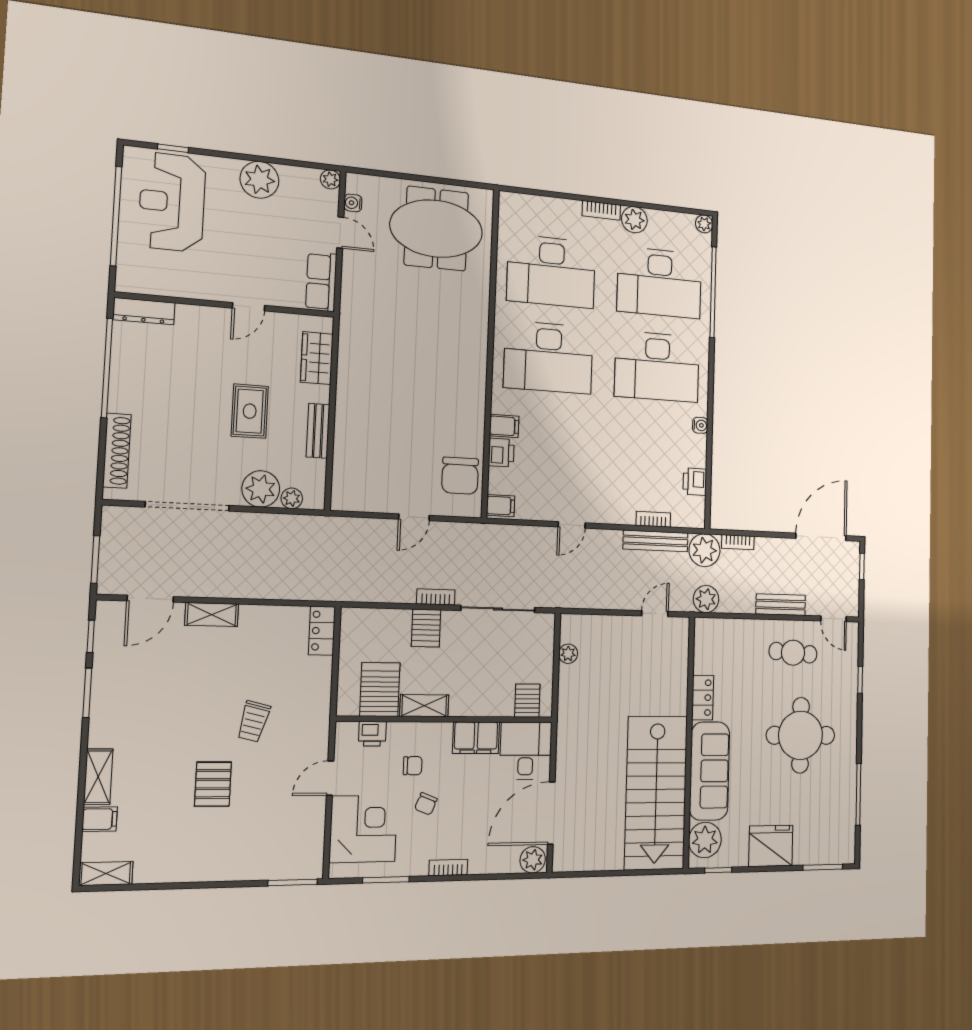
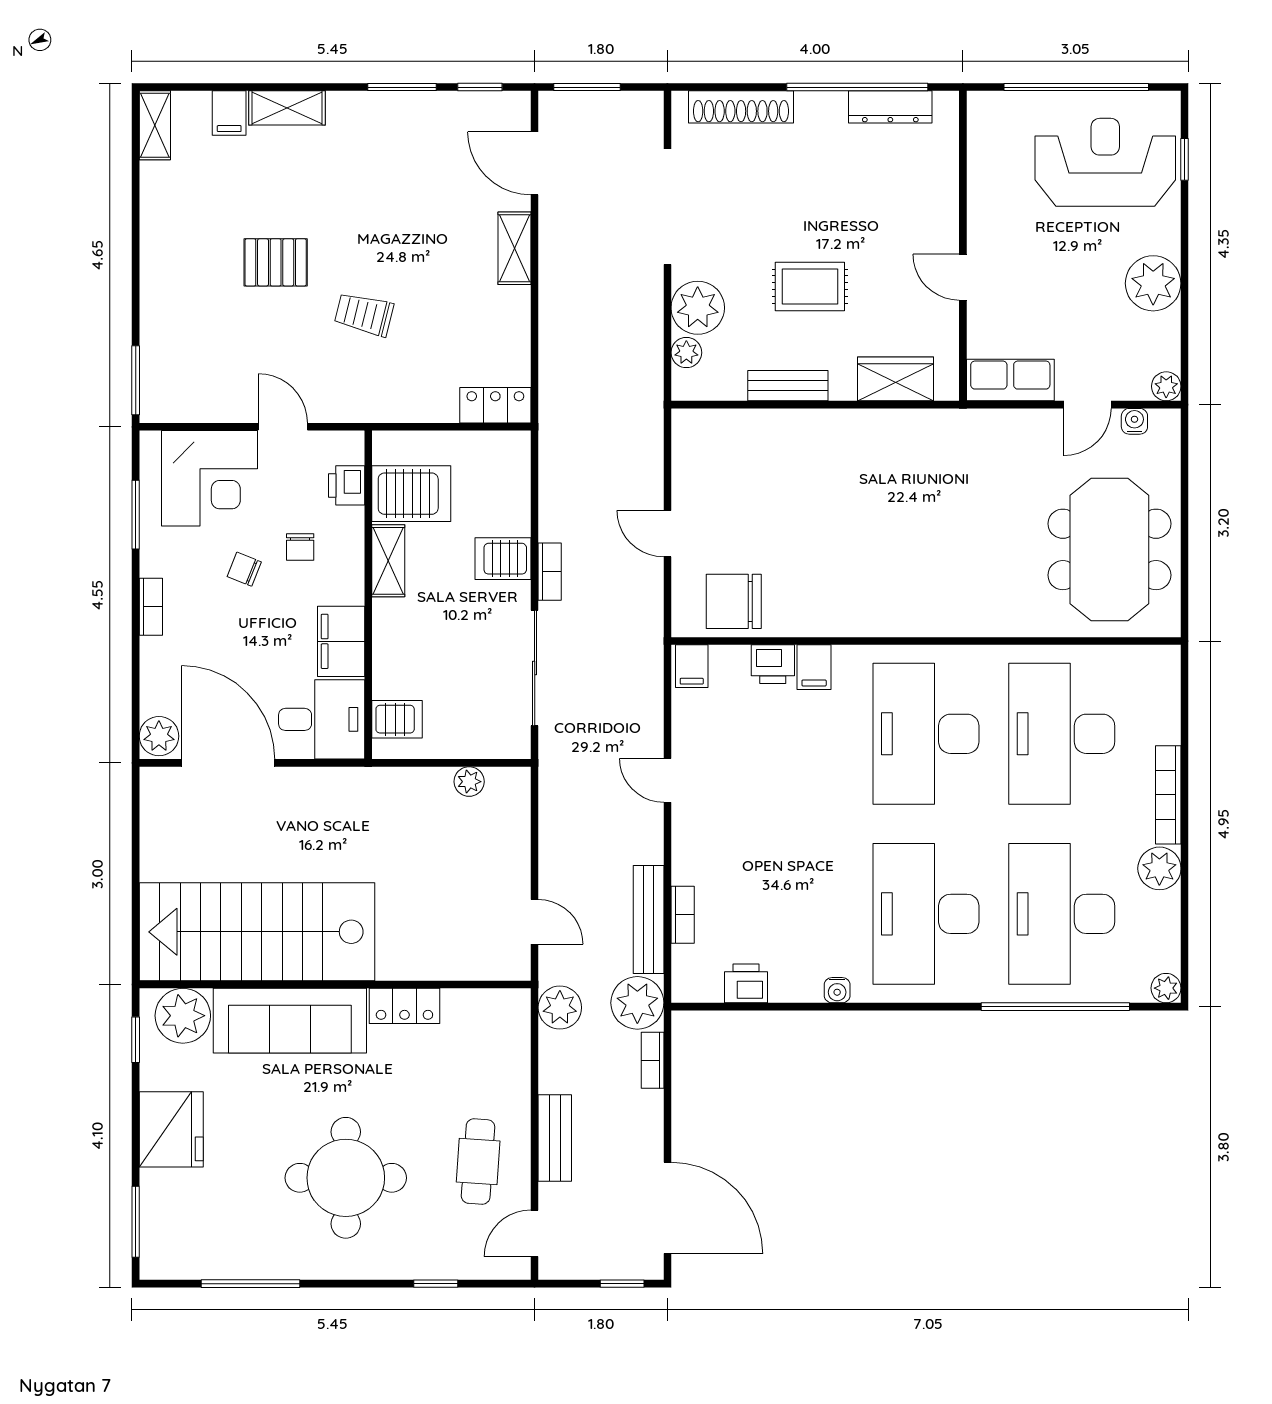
bookcase: (601, 210) -> (1168, 795), width x1.56
dresser: (144, 311) -> (890, 107), moved, turned -90

